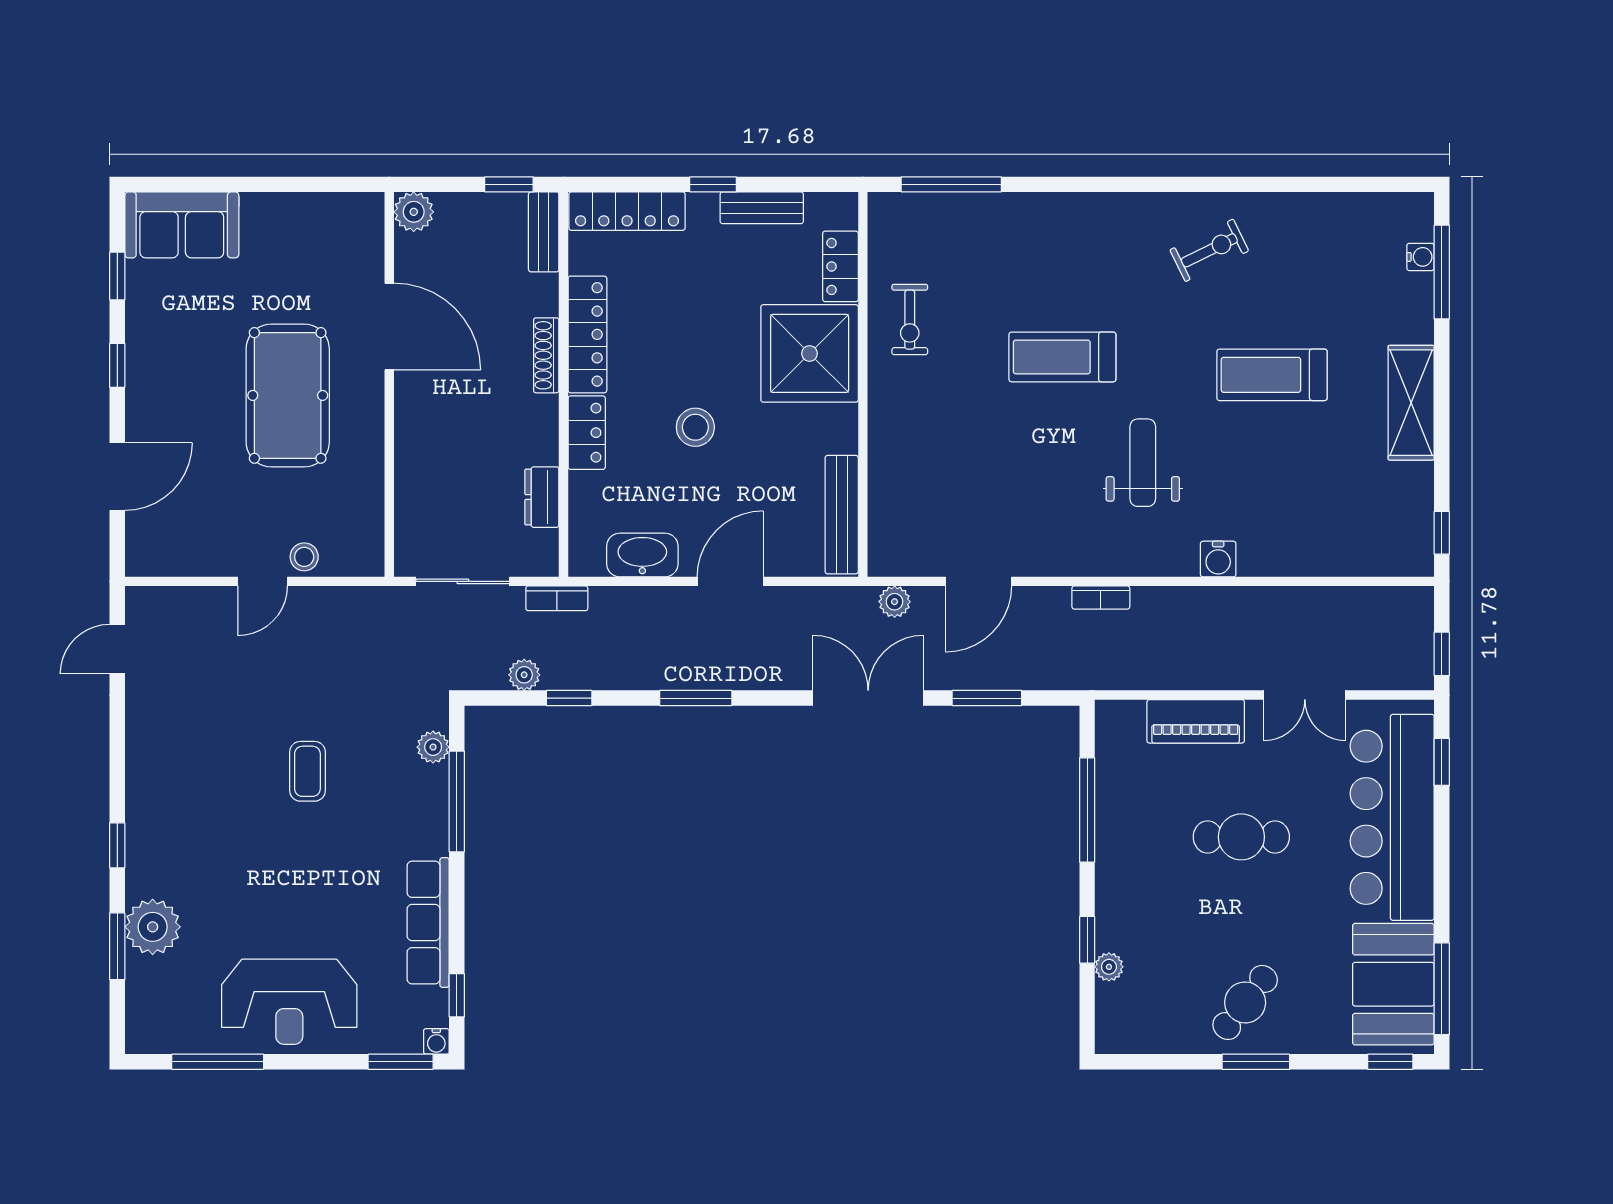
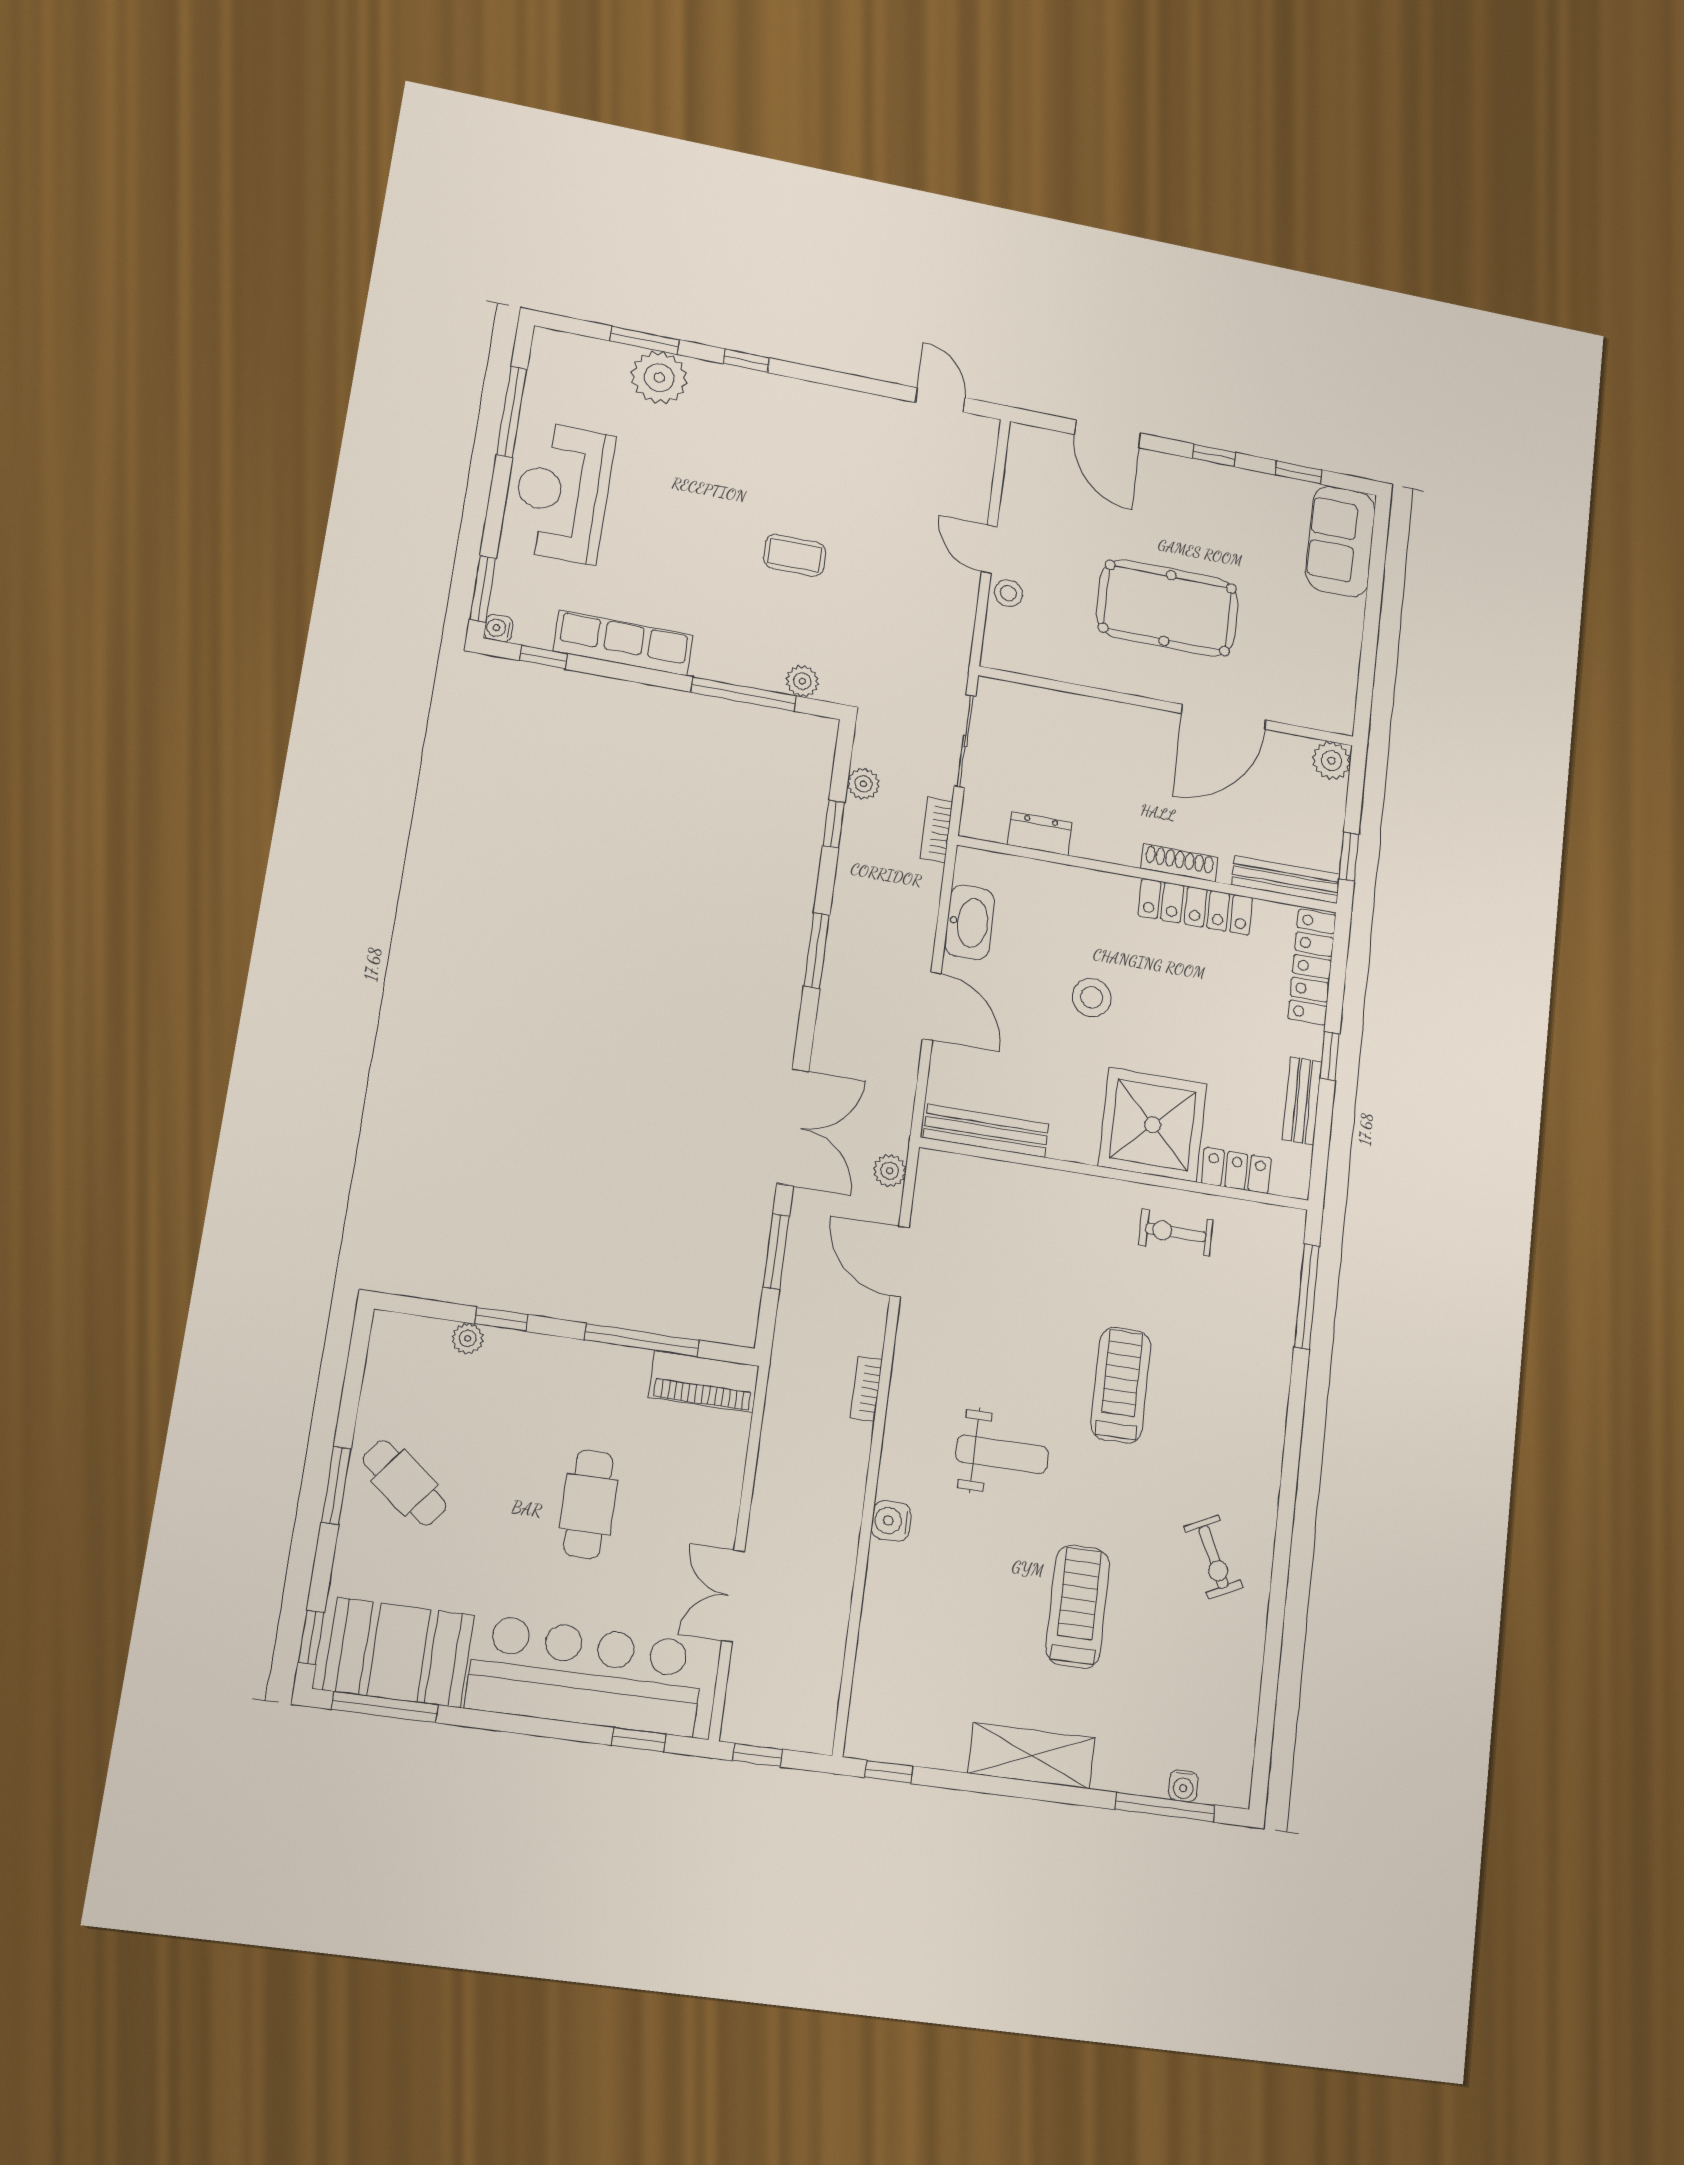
bench: (544, 232) -> (1286, 879), width x1.36
locker: (587, 433) -> (1099, 889), removed
piano: (1196, 721) -> (704, 1382), moved, turned -90

